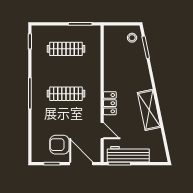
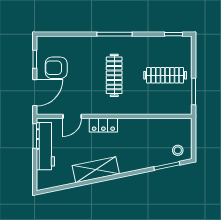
clothes rail: (66, 49) -> (165, 75), turned 90
armchair: (59, 145) -> (56, 68), turned -90

